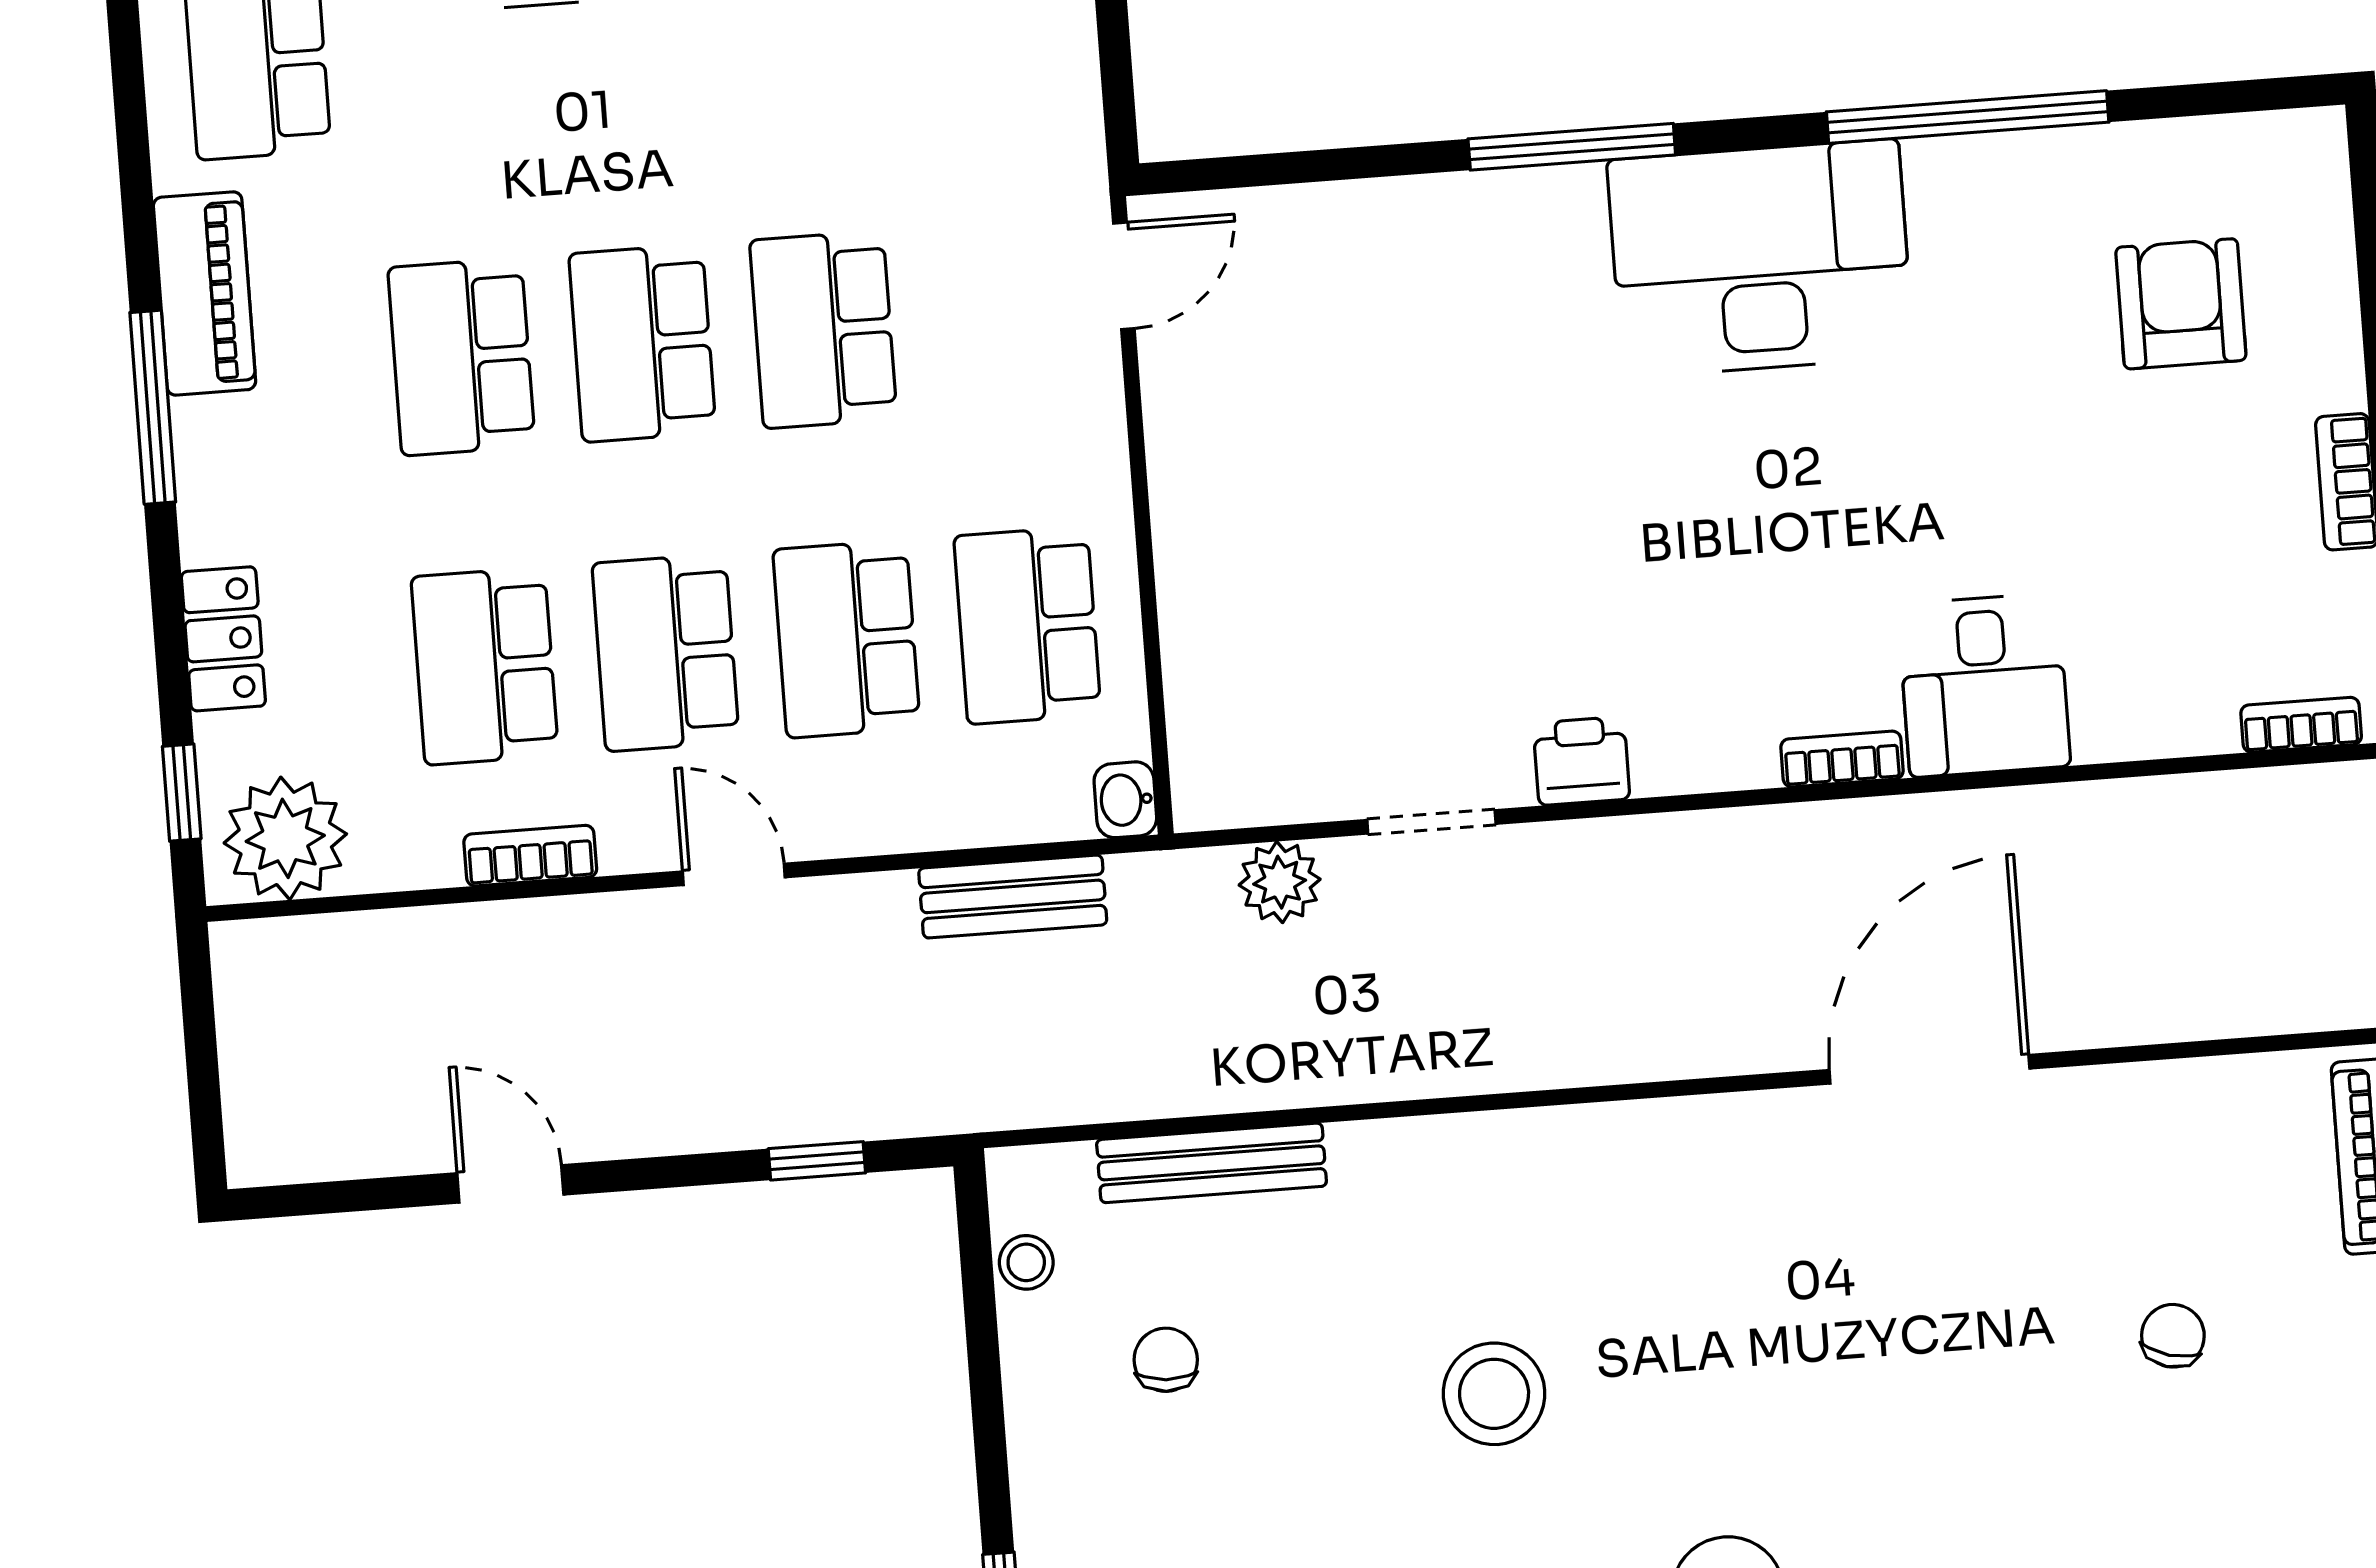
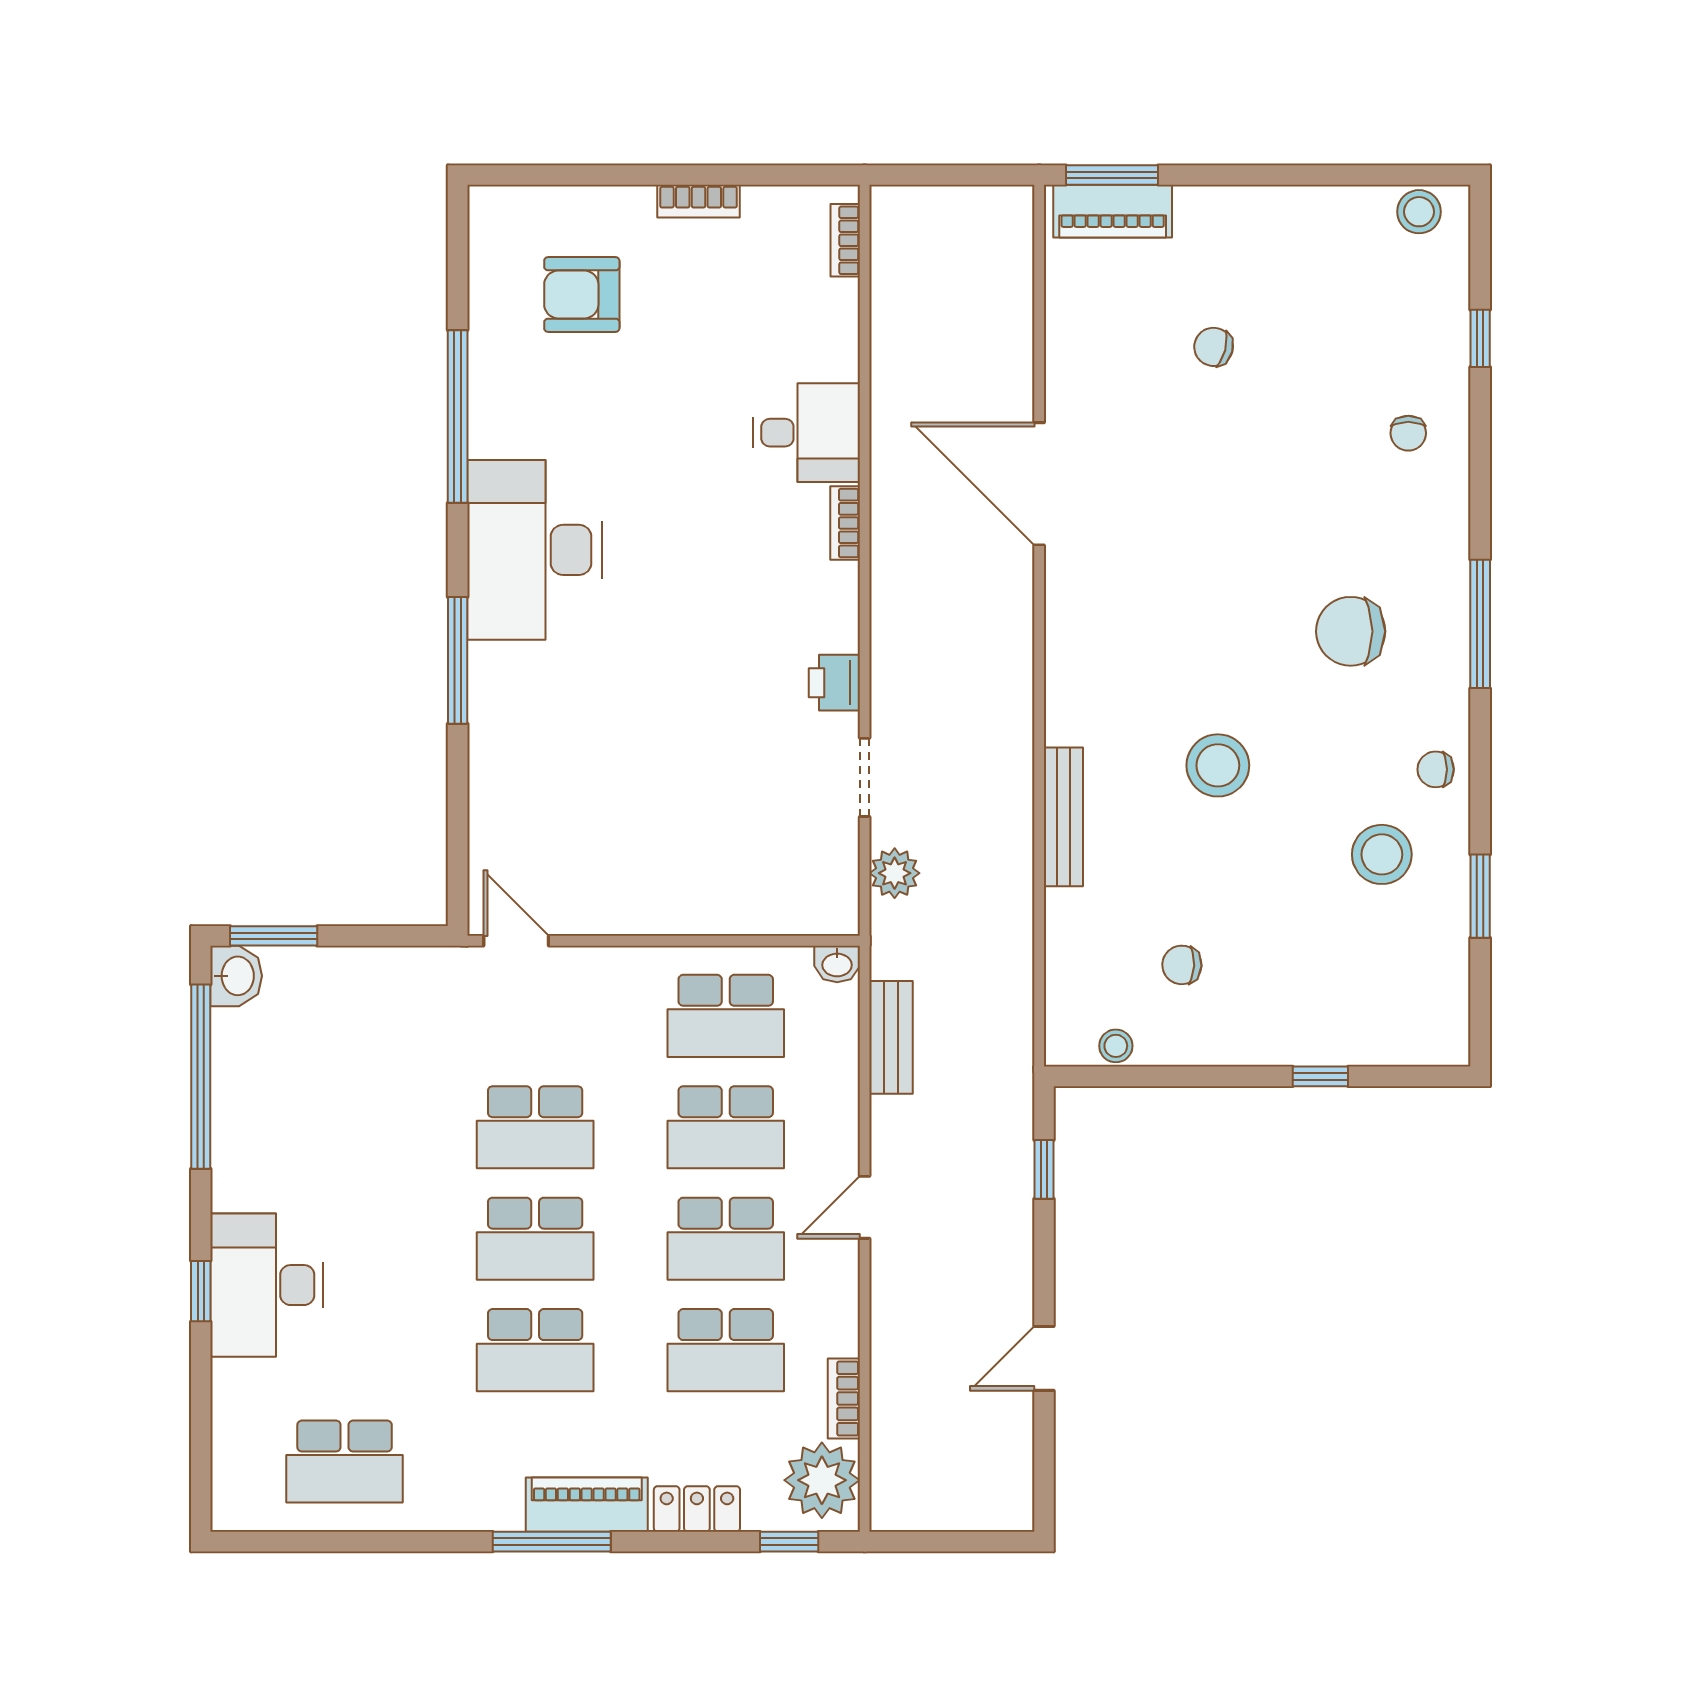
piano: (205, 293) -> (587, 1505), moved
bookcase: (530, 856) -> (844, 1399), moved
bench: (1212, 1163) -> (1063, 817), moved

